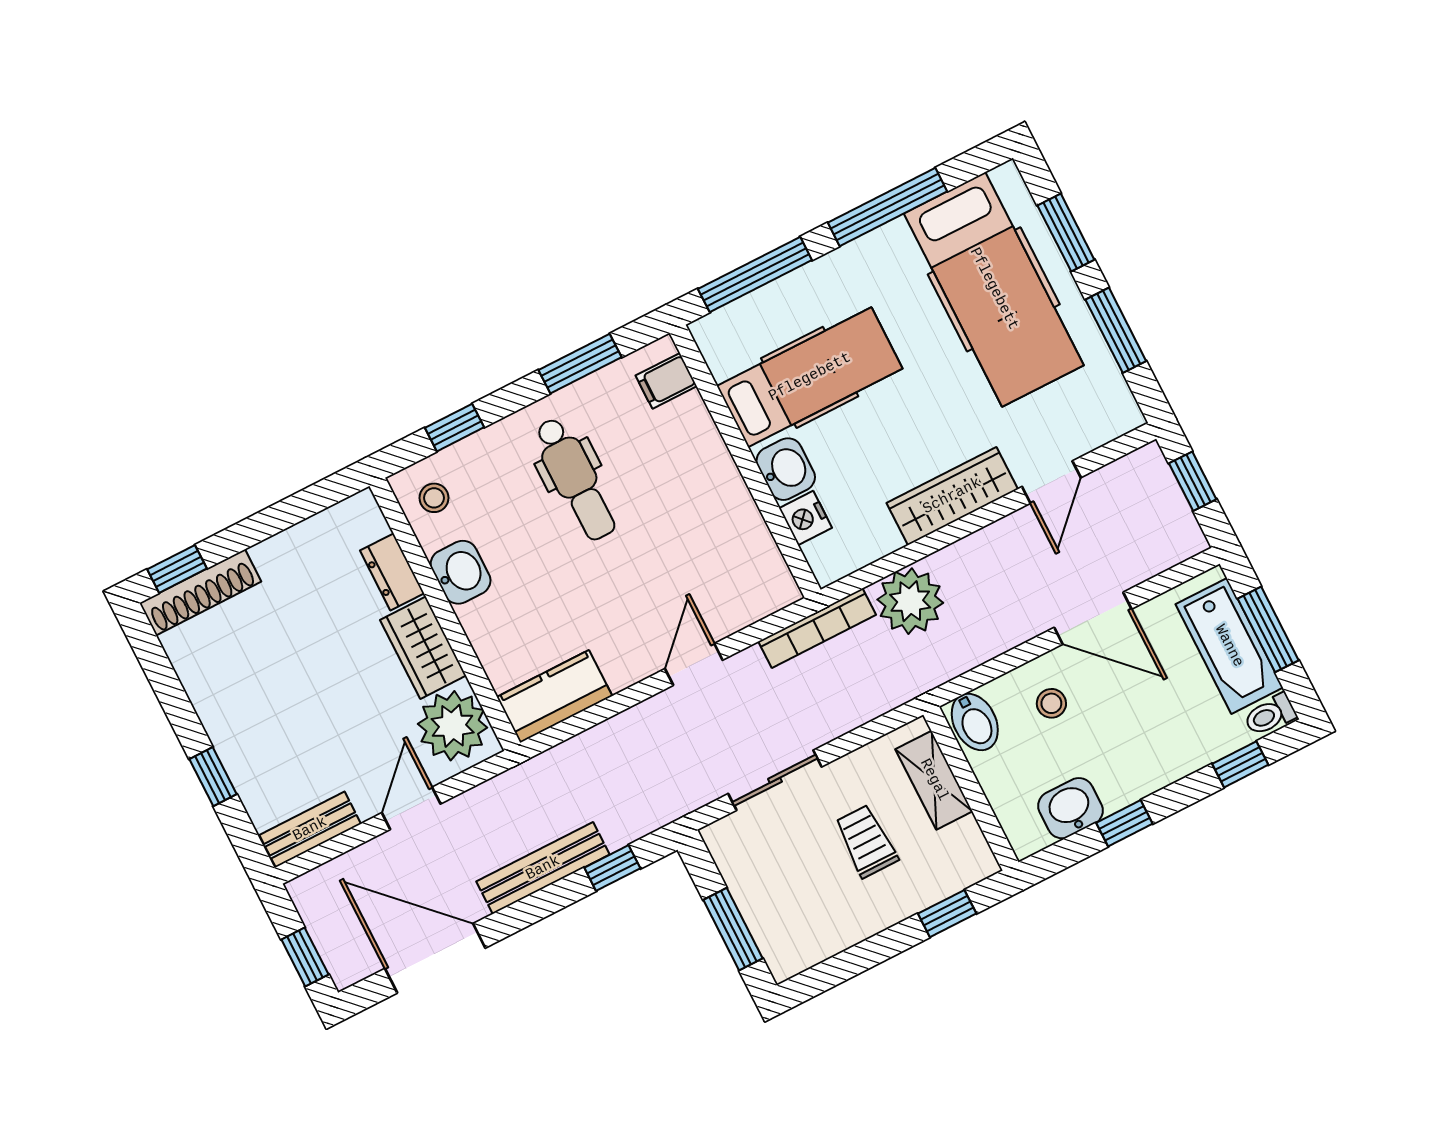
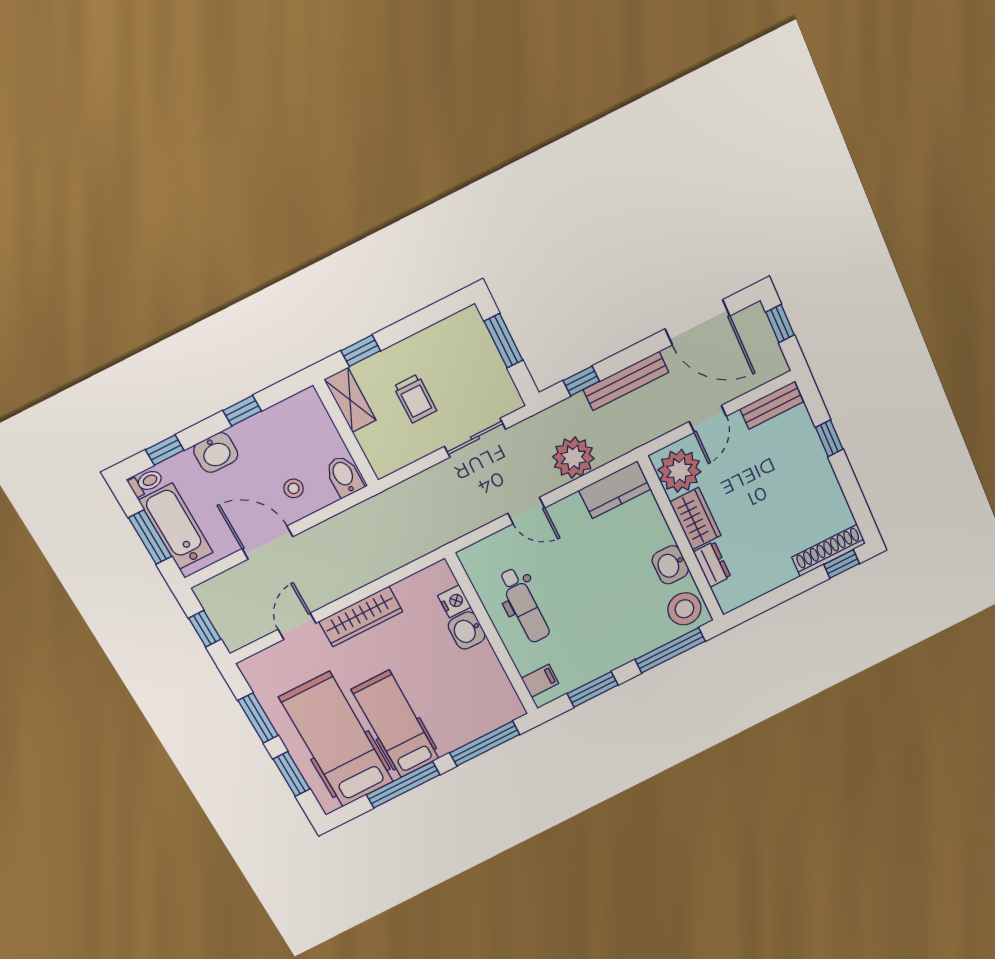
hospital bed: (810, 377) -> (395, 724), moved, turned 90
window: (455, 428) -> (670, 650), width x2.17
dental chair: (575, 479) -> (524, 605), moved, turned 180
stool: (434, 498) -> (684, 609), width x1.89, depth x1.89
plant: (910, 601) -> (573, 458), moved
bookcase: (817, 628) -> (447, 534), removed
door: (694, 664) -> (526, 511), hinge flipped
shelving: (934, 780) -> (350, 400), moved
washbasin: (1070, 808) -> (216, 453), moved

